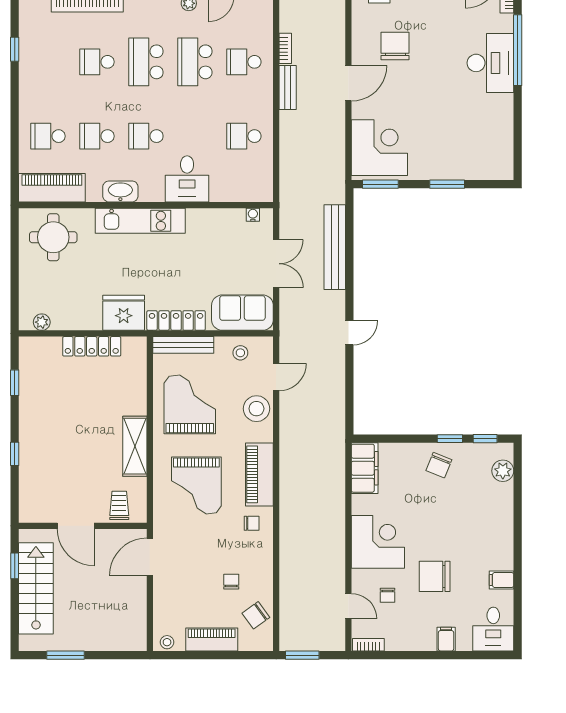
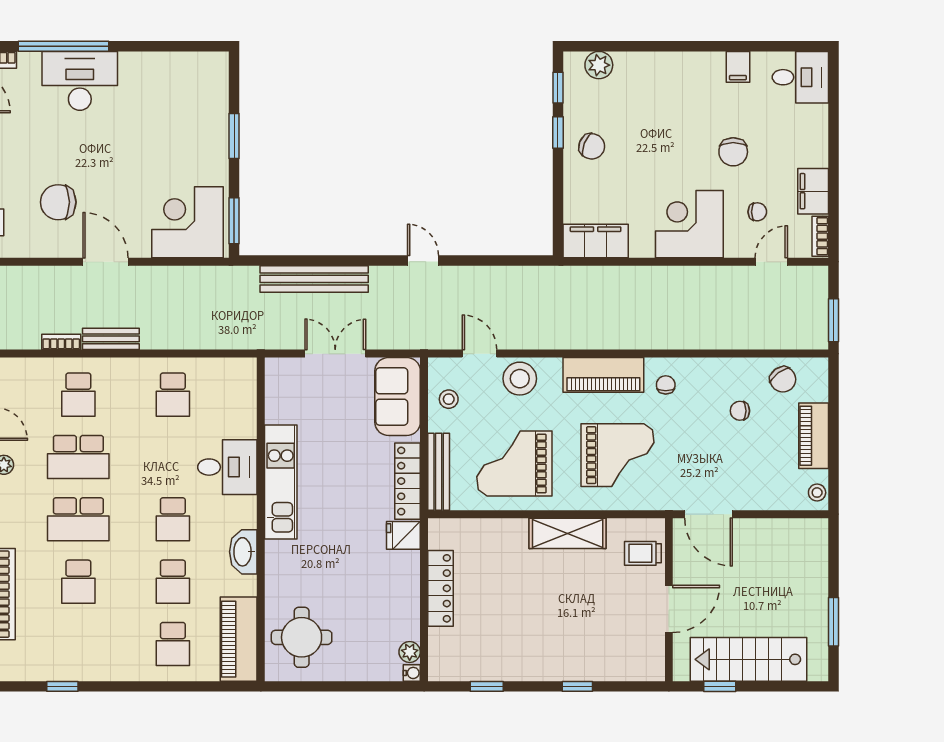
water cooler: (253, 215) -> (412, 673), moved, turned 180
kitchen unit: (140, 221) -> (281, 482), moved
fridge: (124, 313) -> (403, 535), width x0.53, depth x0.75
chair: (435, 576) -> (733, 152), width x0.73, depth x0.73
filing cabinet: (446, 639) -> (813, 191), moved, width x2.00

